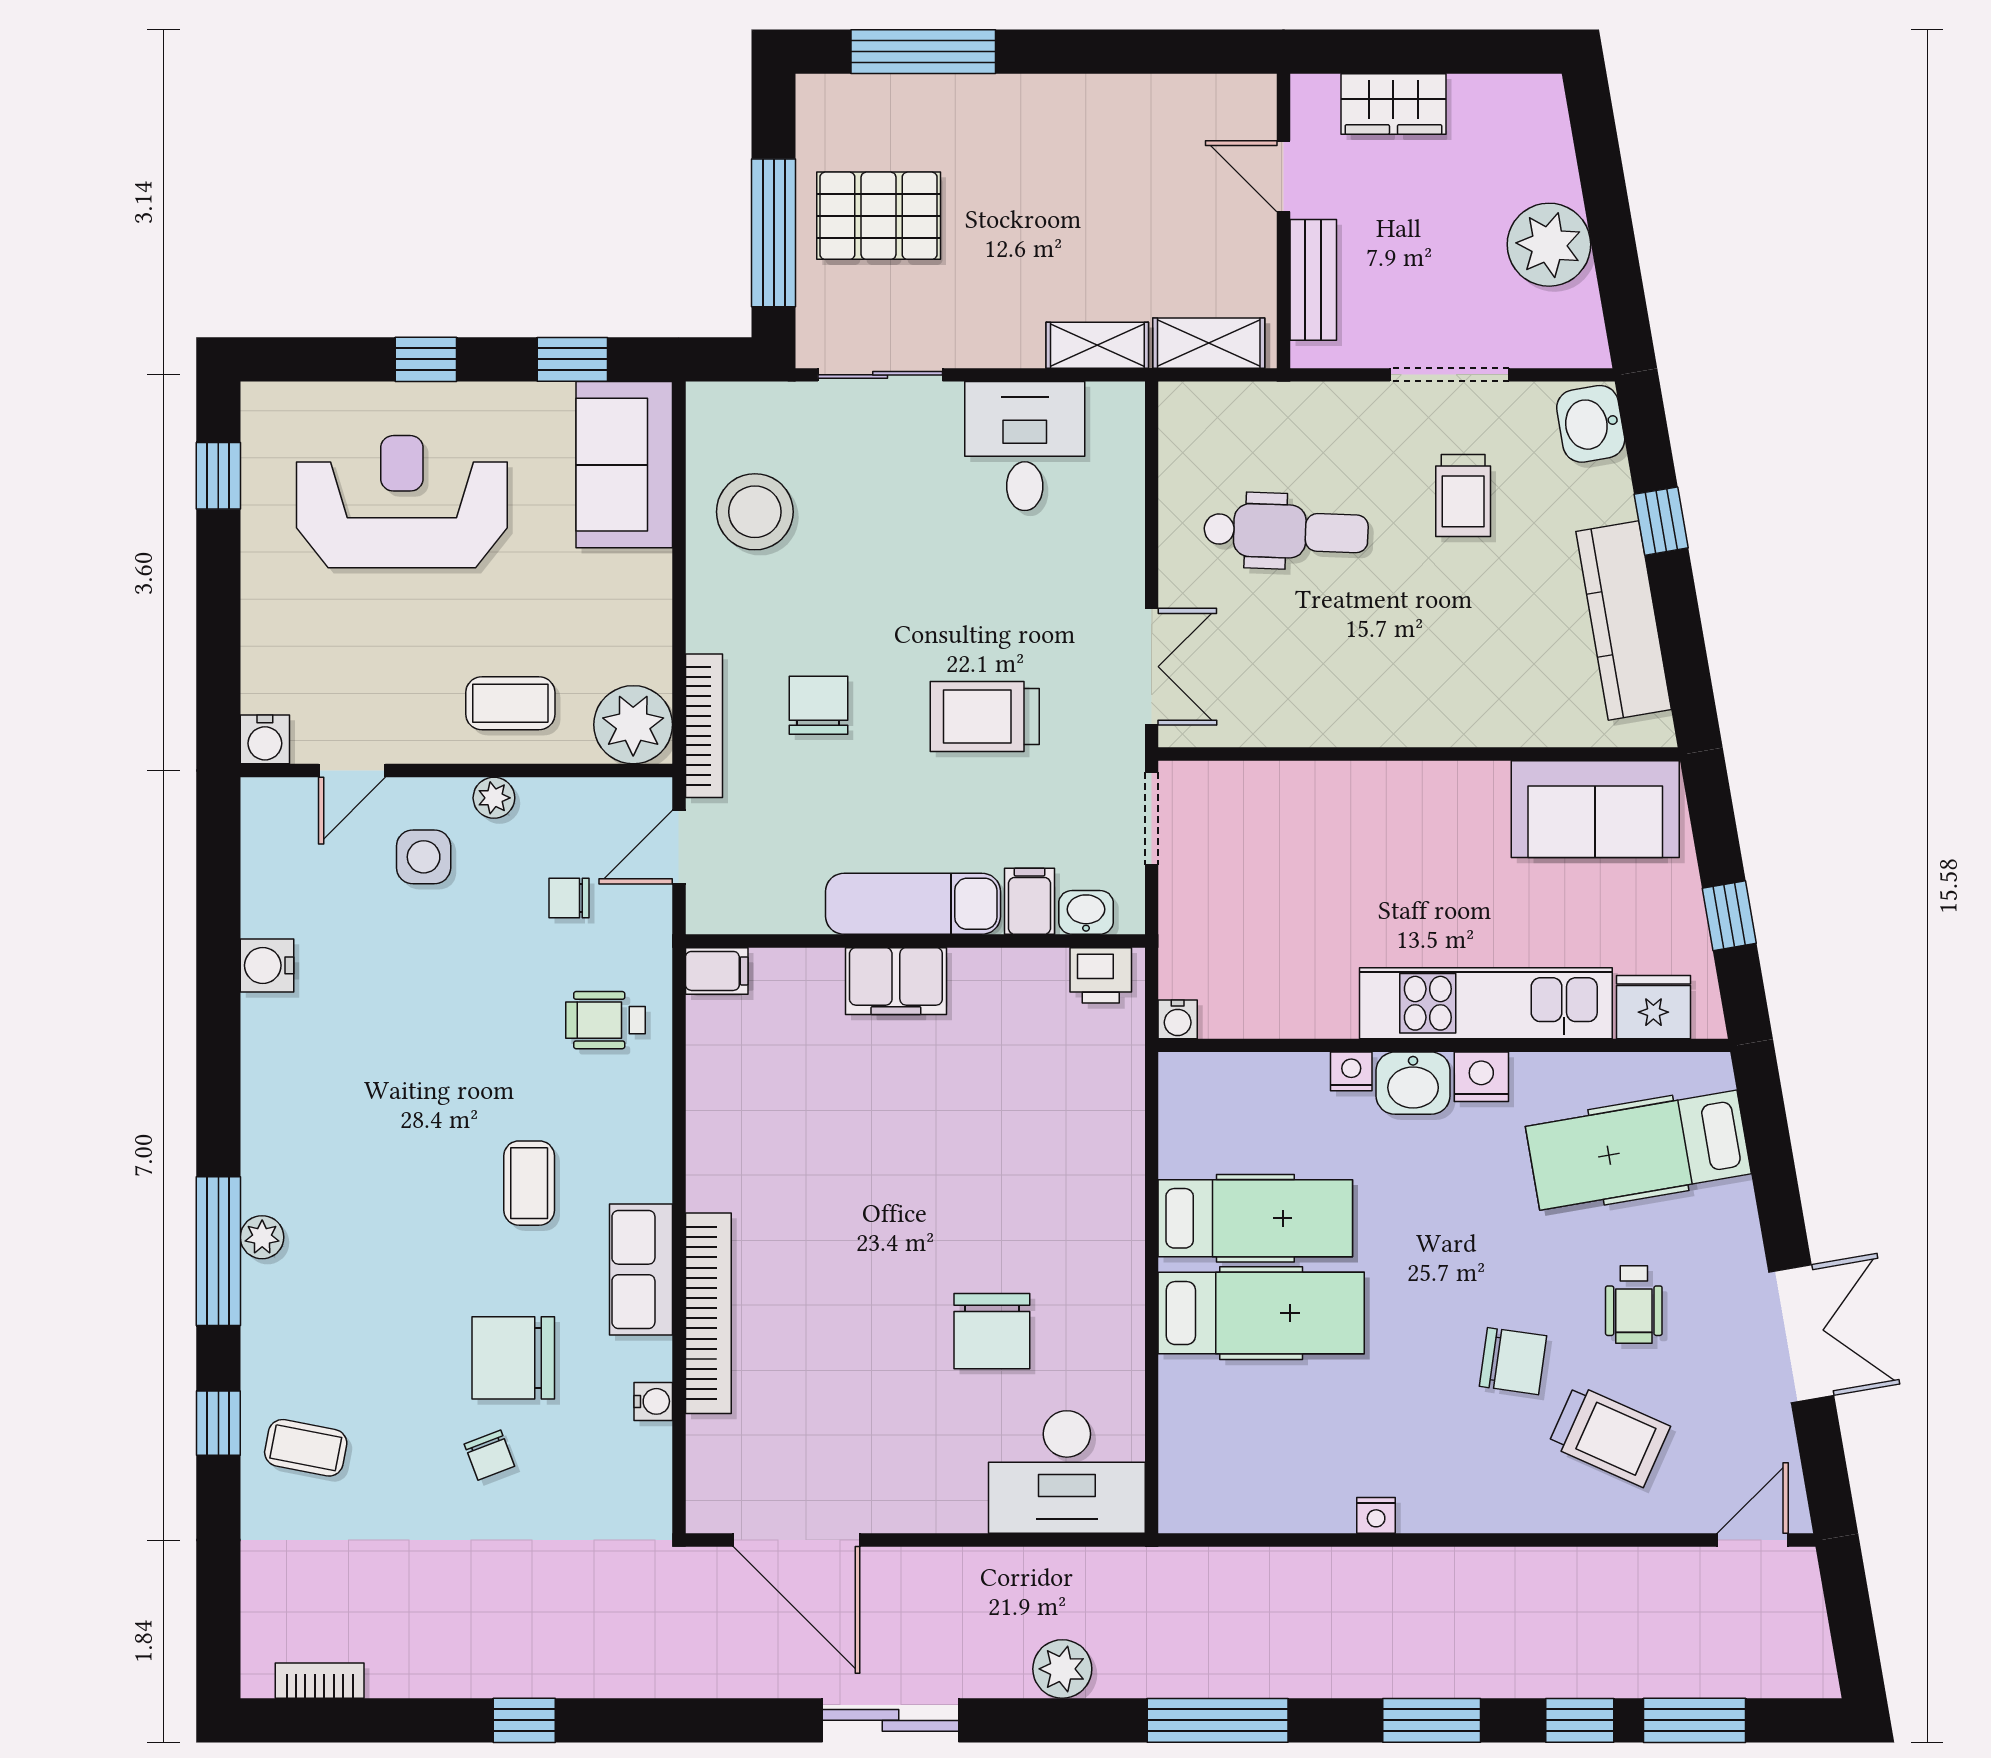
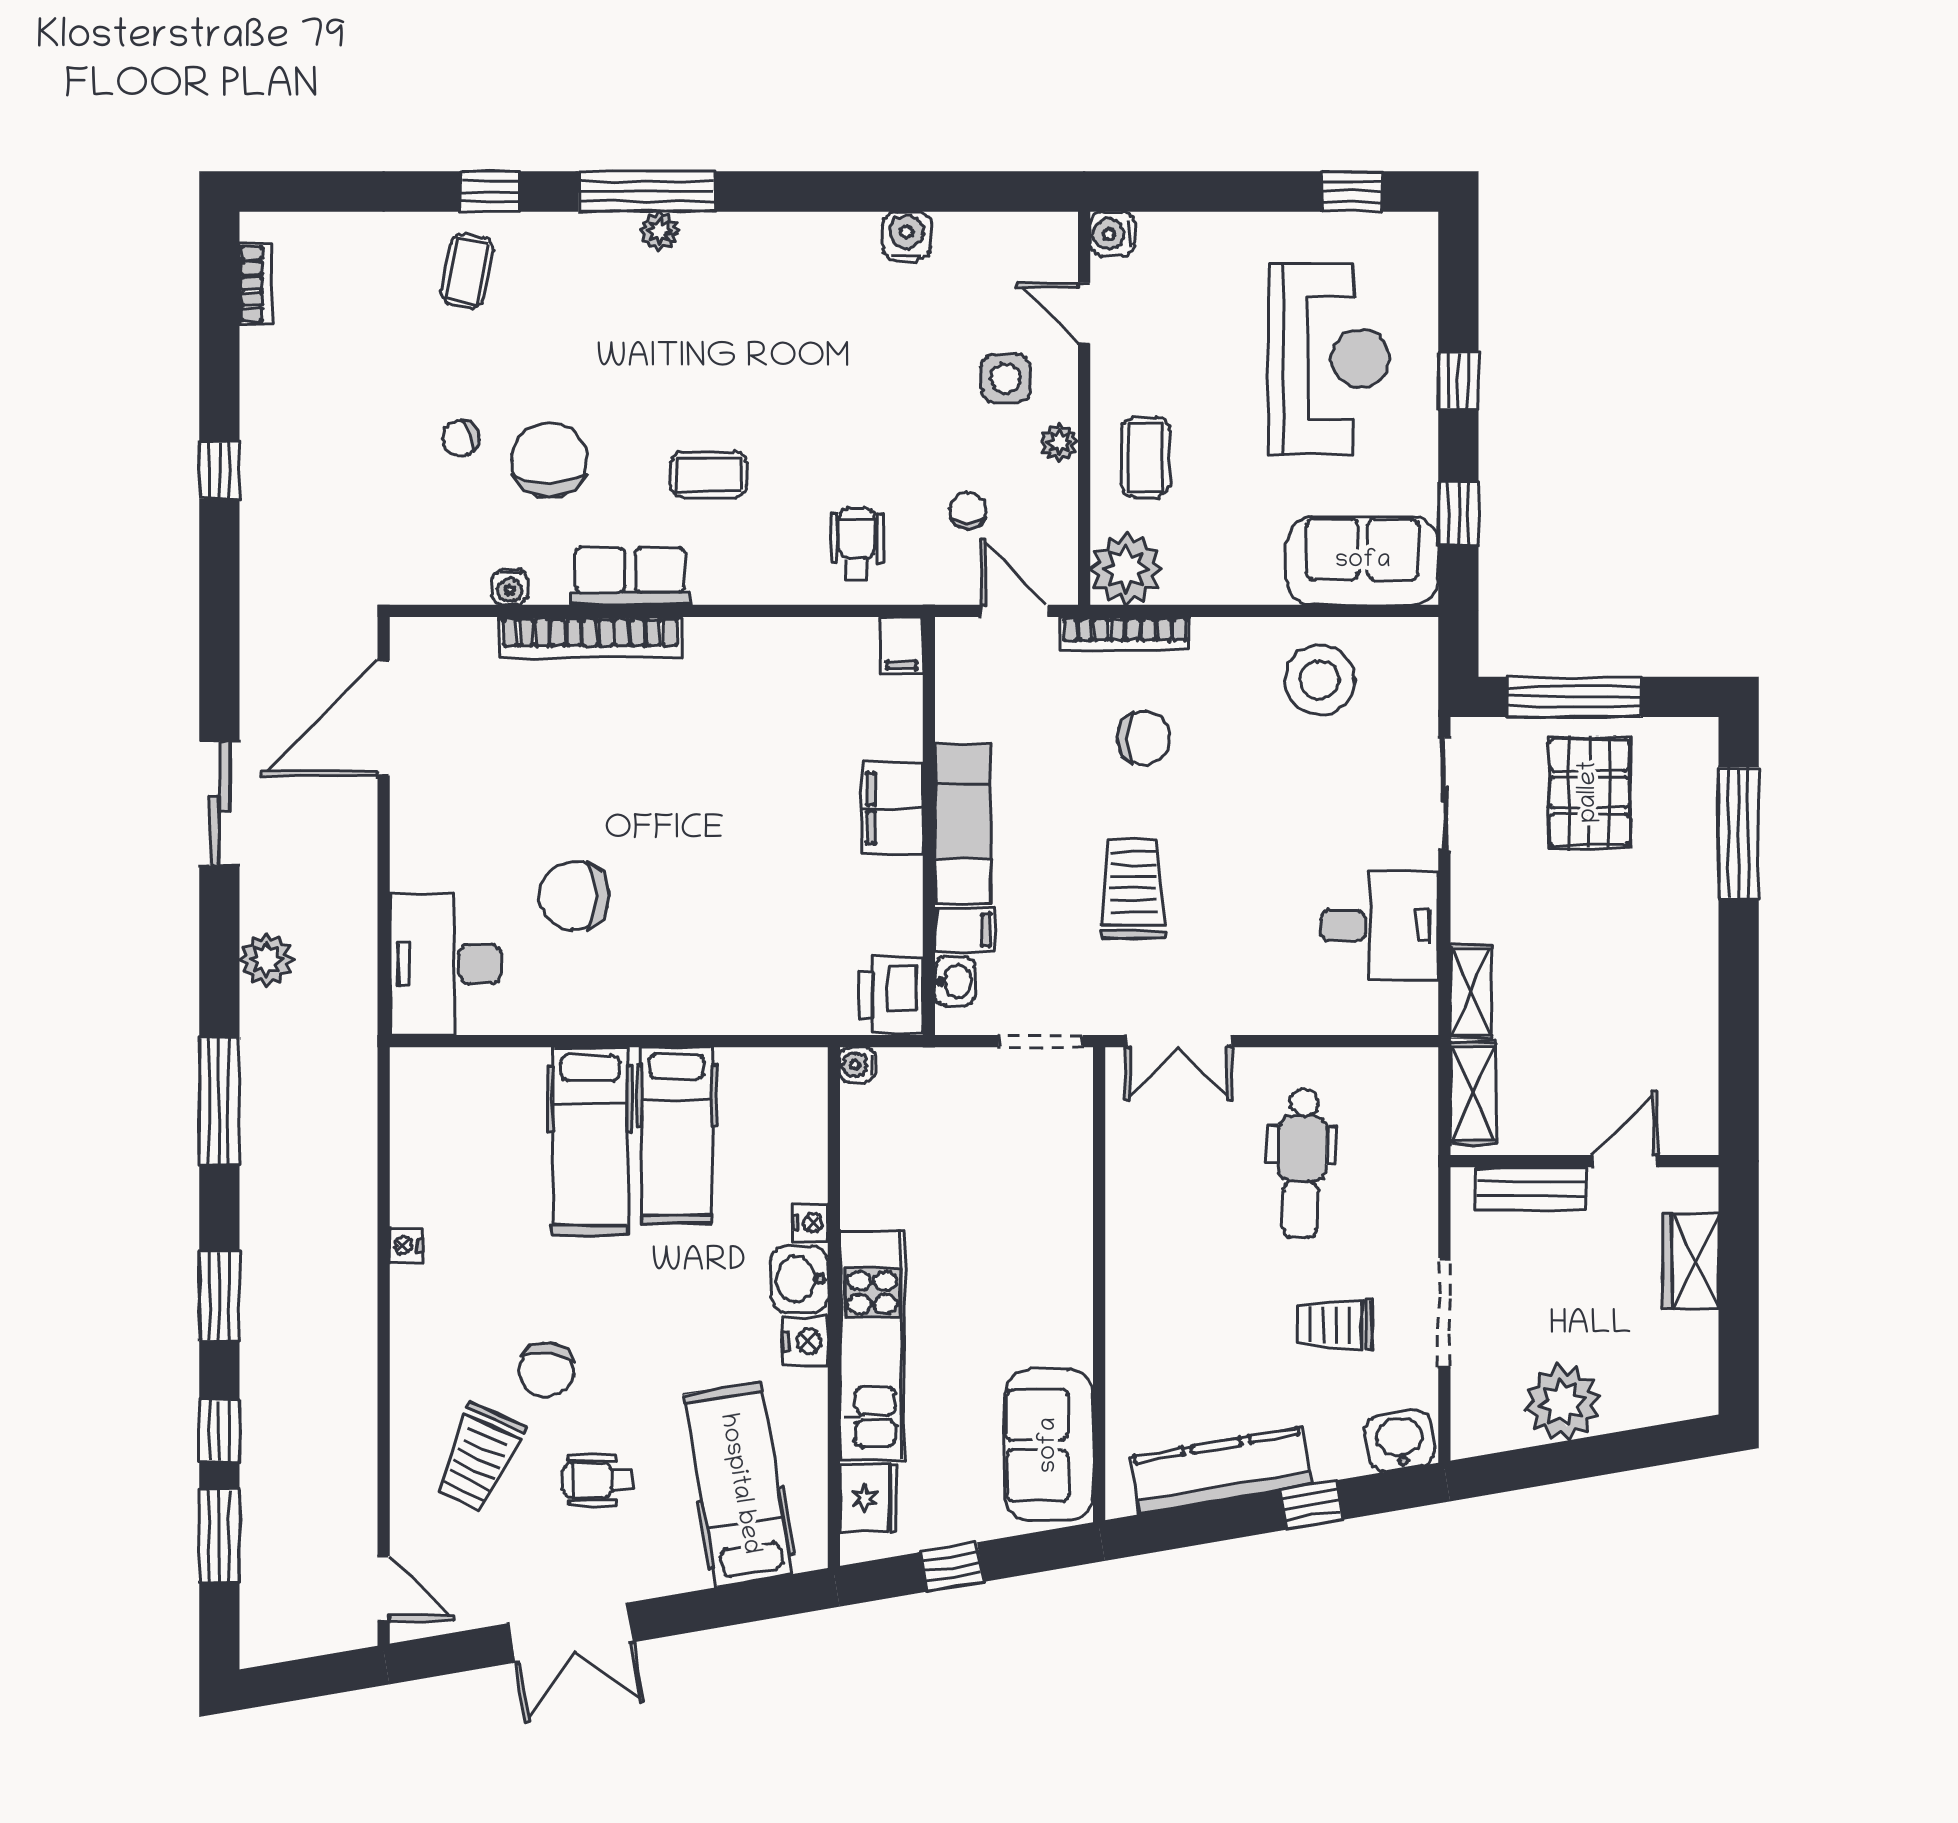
printer: (1101, 975) -> (892, 995), width x1.36, depth x1.24

